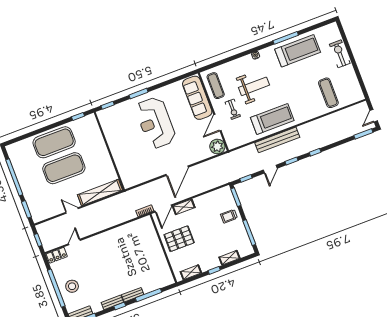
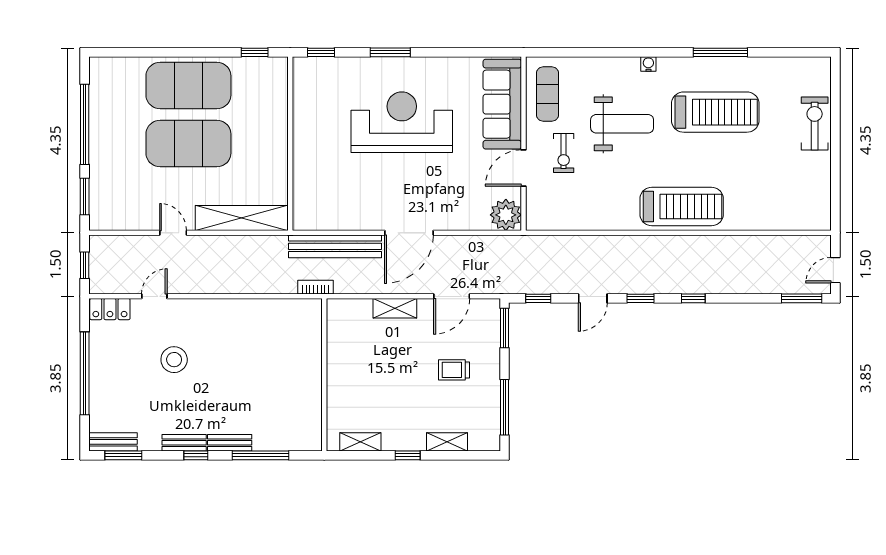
treadmill: (298, 51) -> (715, 112), moved
exercise mat: (328, 93) -> (763, 192), removed
treadmill: (272, 119) -> (682, 207), moved
reception desk: (155, 123) -> (402, 122), turned 90
bench: (277, 140) -> (335, 246), moved
door: (163, 208) -> (452, 296), moved
trolley: (229, 216) -> (454, 370), moved
pallet: (179, 239) -> (362, 367), removed
stool: (72, 286) -> (174, 360), moved

